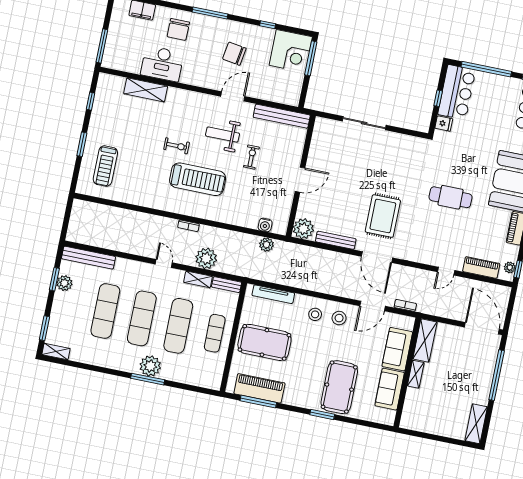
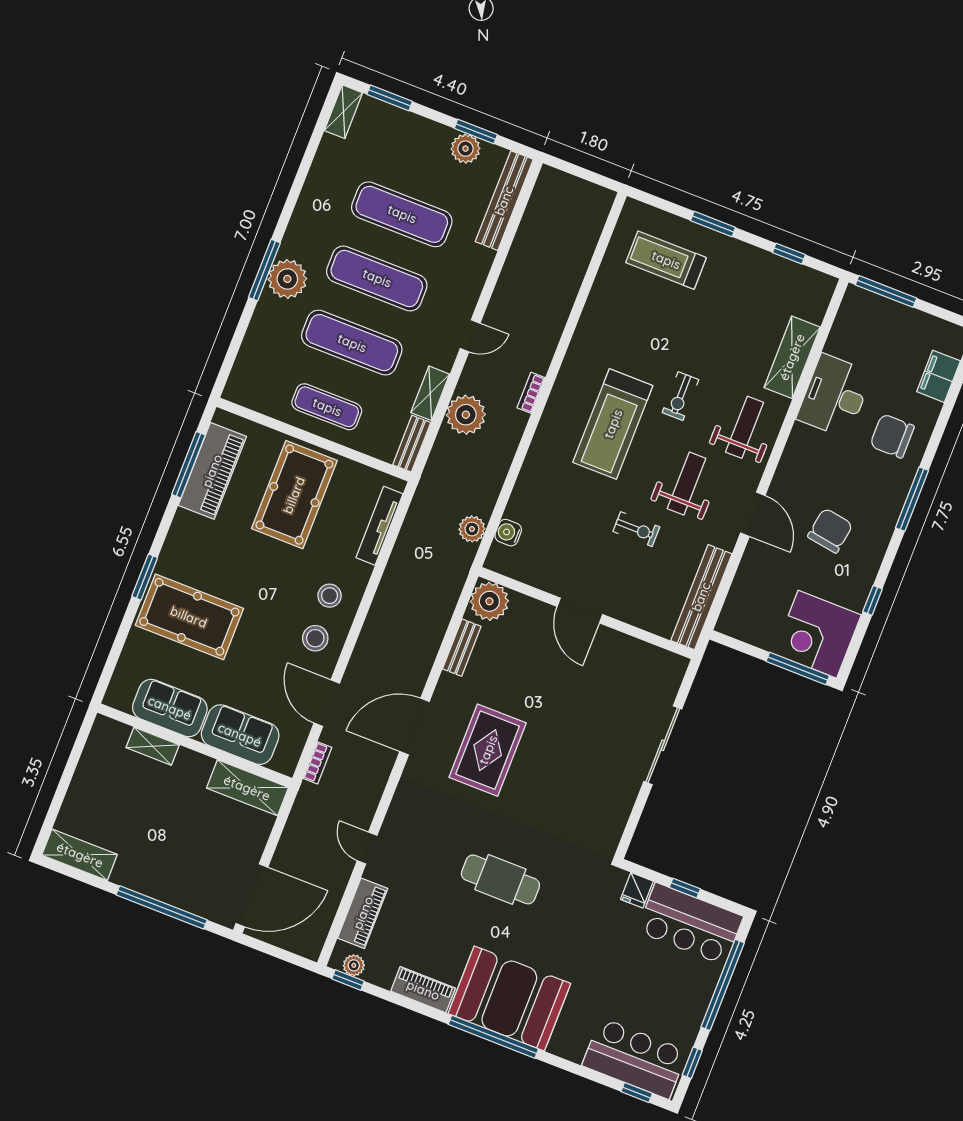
weight bench: (187, 109) -> (745, 427), added
cafe table: (451, 197) -> (500, 879), turned 90
rug: (383, 216) -> (488, 750), turned 90
bench: (336, 240) -> (462, 648), width x0.73
shelving: (416, 374) -> (153, 746), moved

